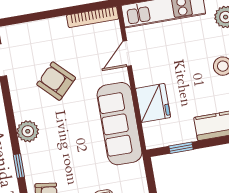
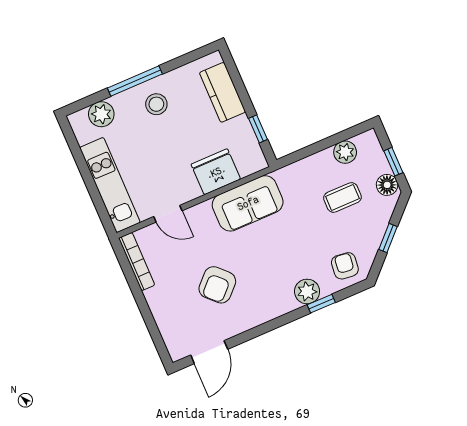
sofa: (119, 124) -> (248, 203), width x0.73
plant: (28, 131) -> (307, 291), moved

